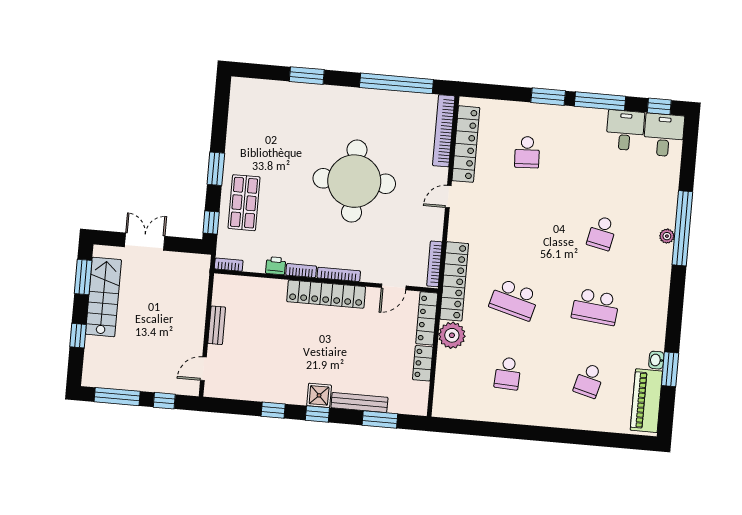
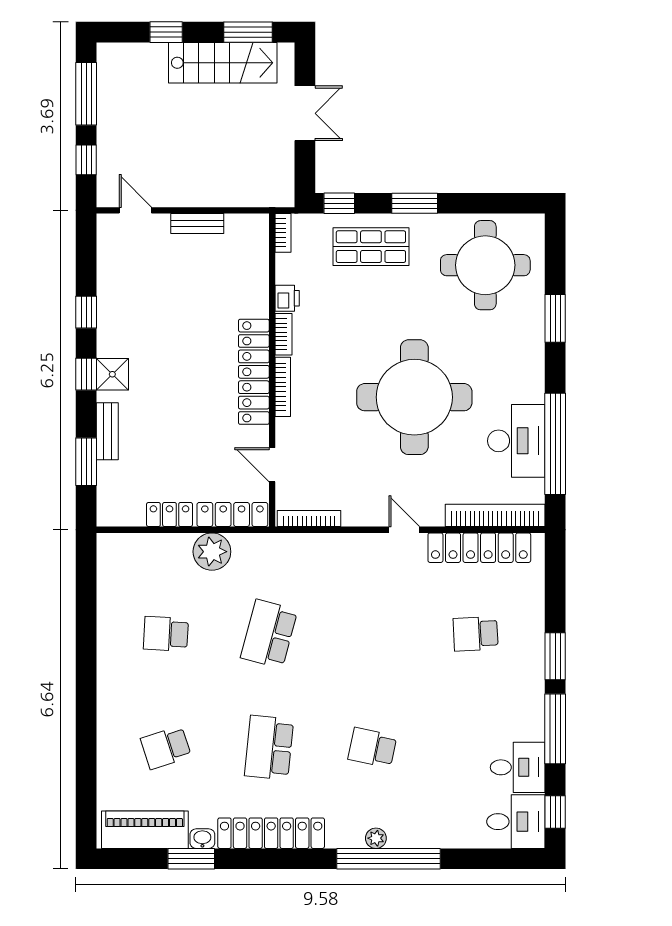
desk: (392, 111) -> (516, 441), added
round table: (264, 122) -> (485, 265), added
locker: (454, 281) -> (271, 833), moved, turned 180
school desk: (589, 380) -> (166, 748), turned -33
bench: (359, 403) -> (107, 431), width x0.73

